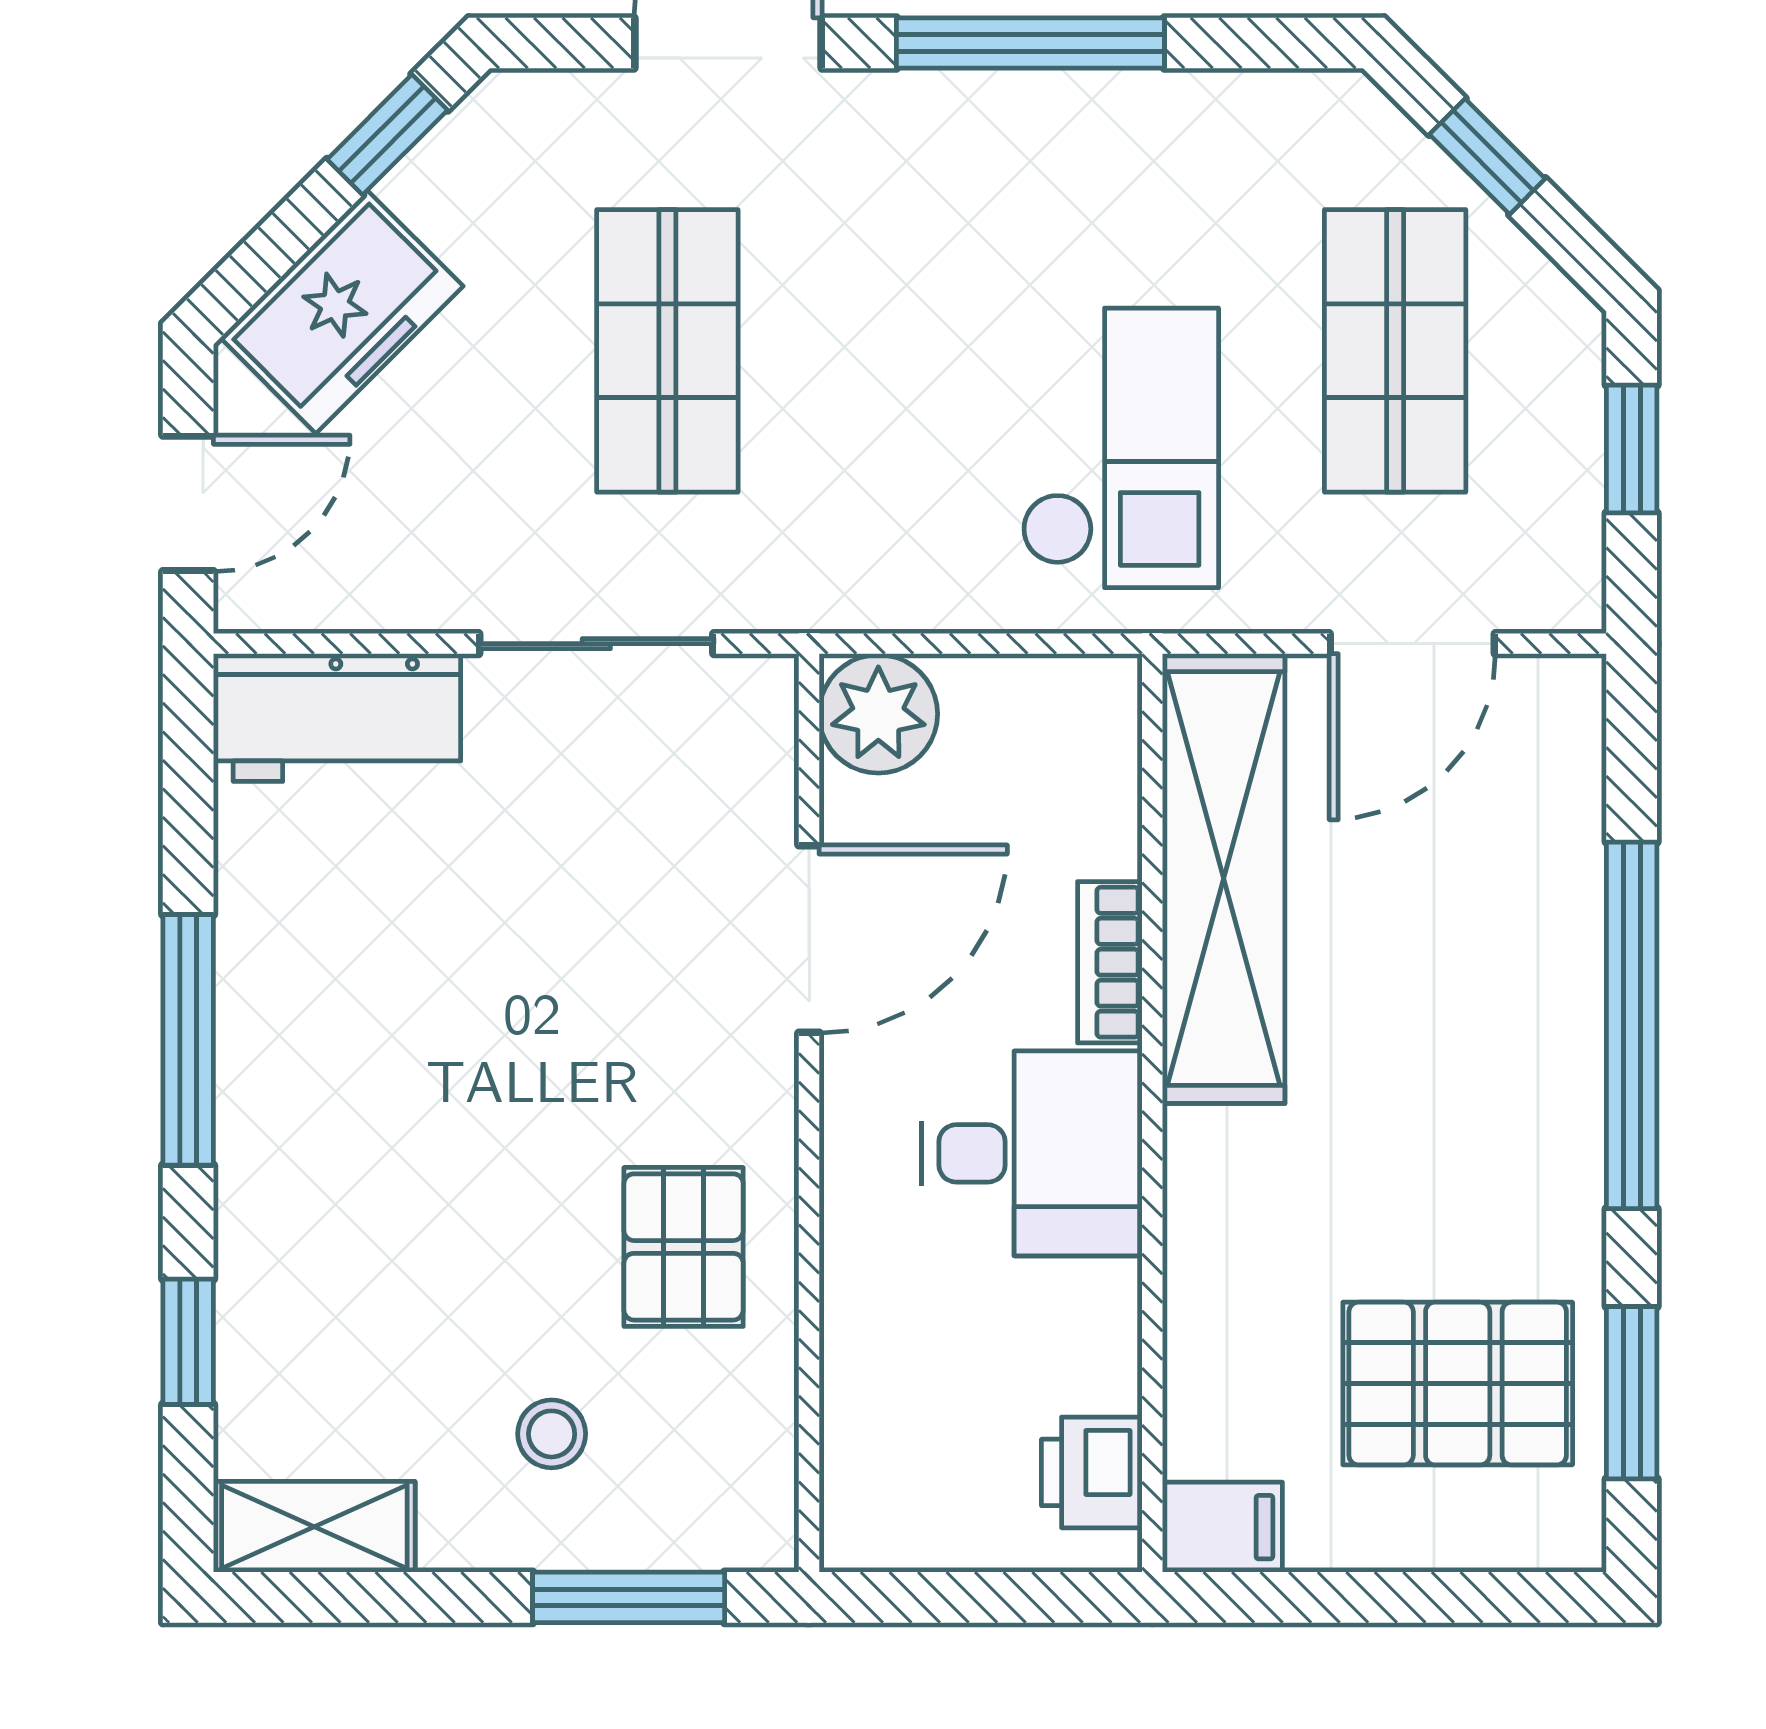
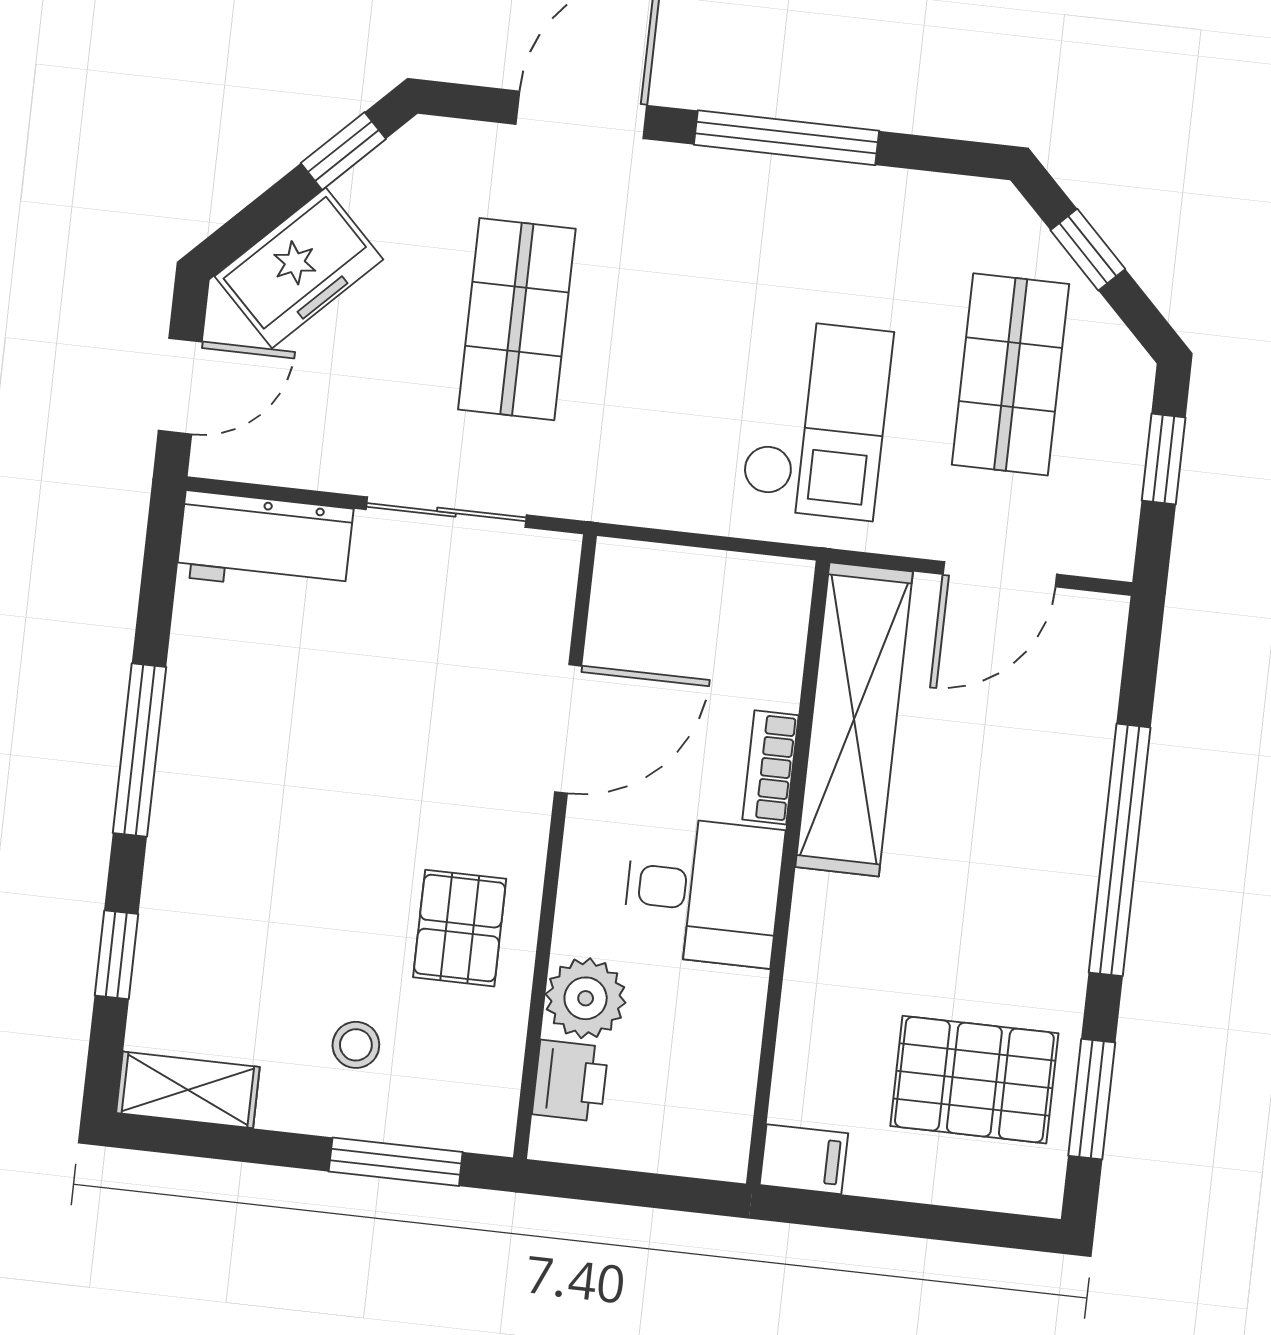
plant: (878, 714) -> (586, 998), moved
printer: (1092, 1472) -> (570, 1081), moved, turned 180

